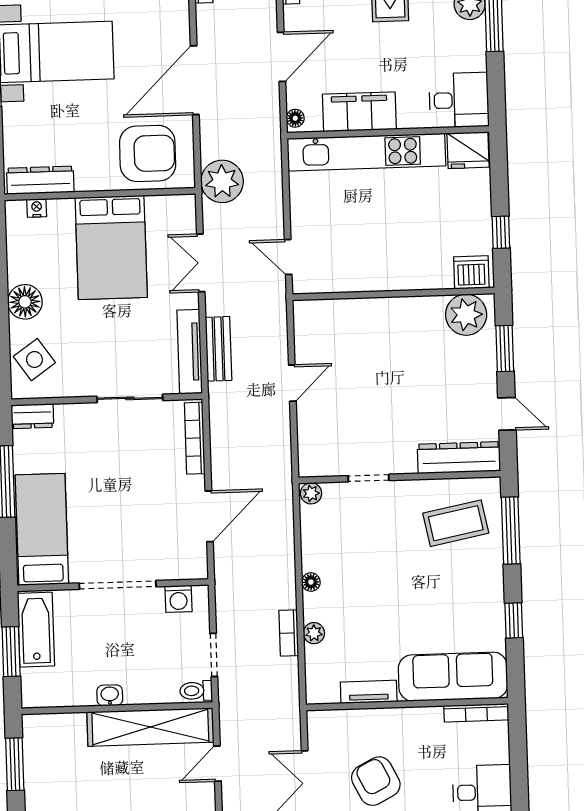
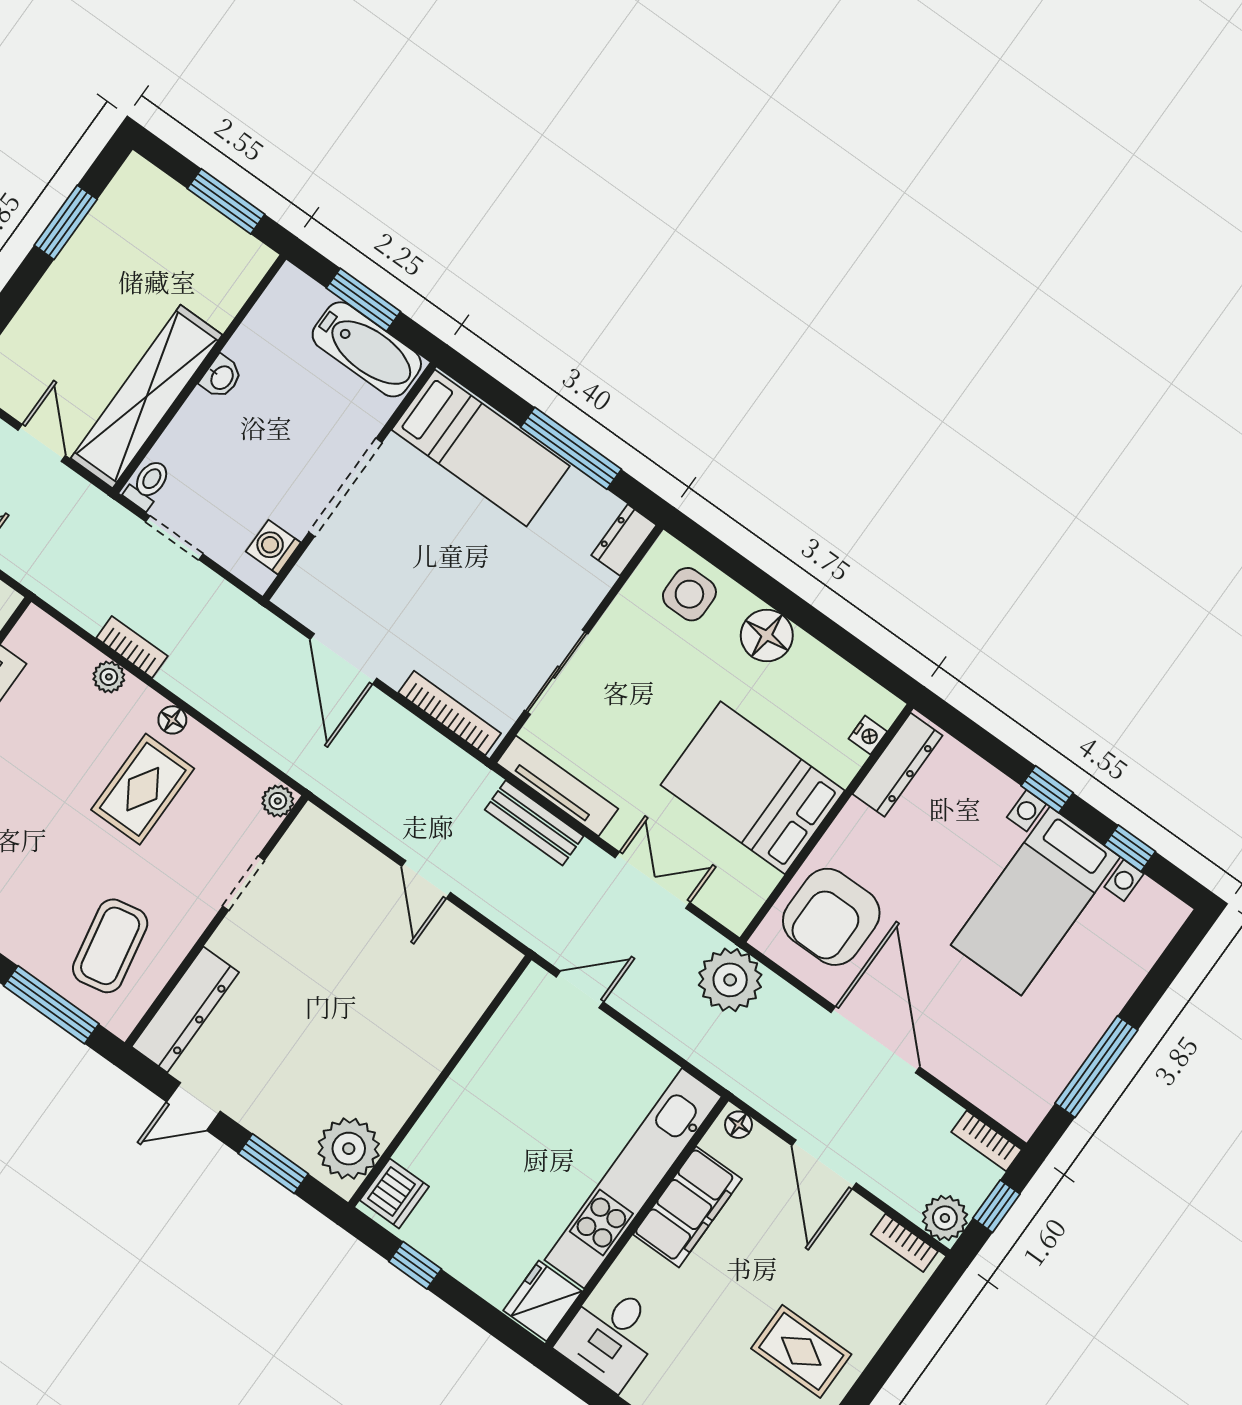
side table: (34, 360) -> (689, 594), turned 35
rug: (360, 570) -> (143, 789), added

